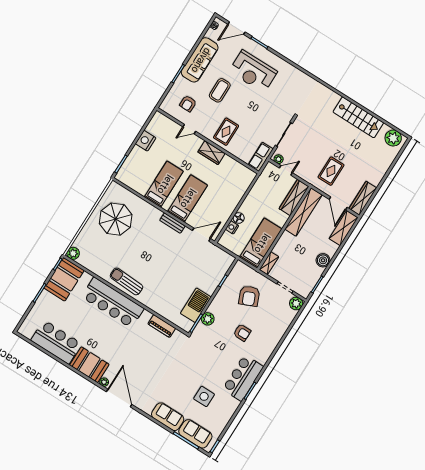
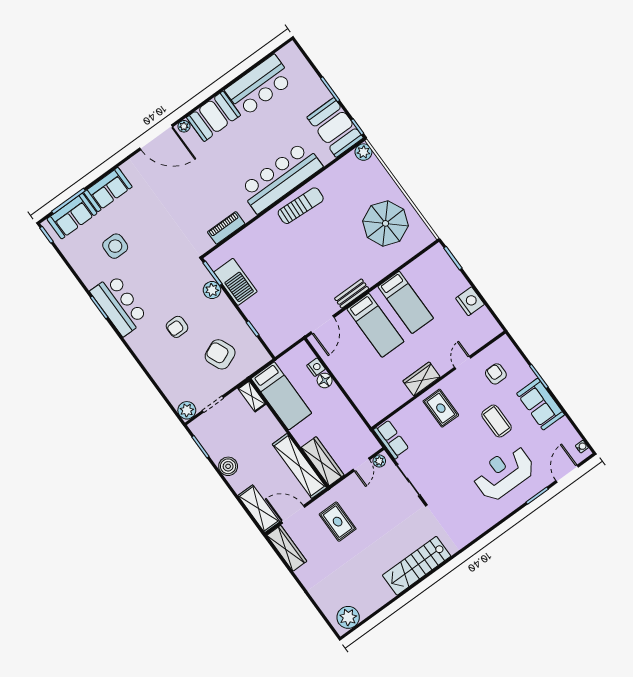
sofa: (200, 60) -> (541, 404), width x0.73
stairs: (358, 117) -> (417, 566), moved

